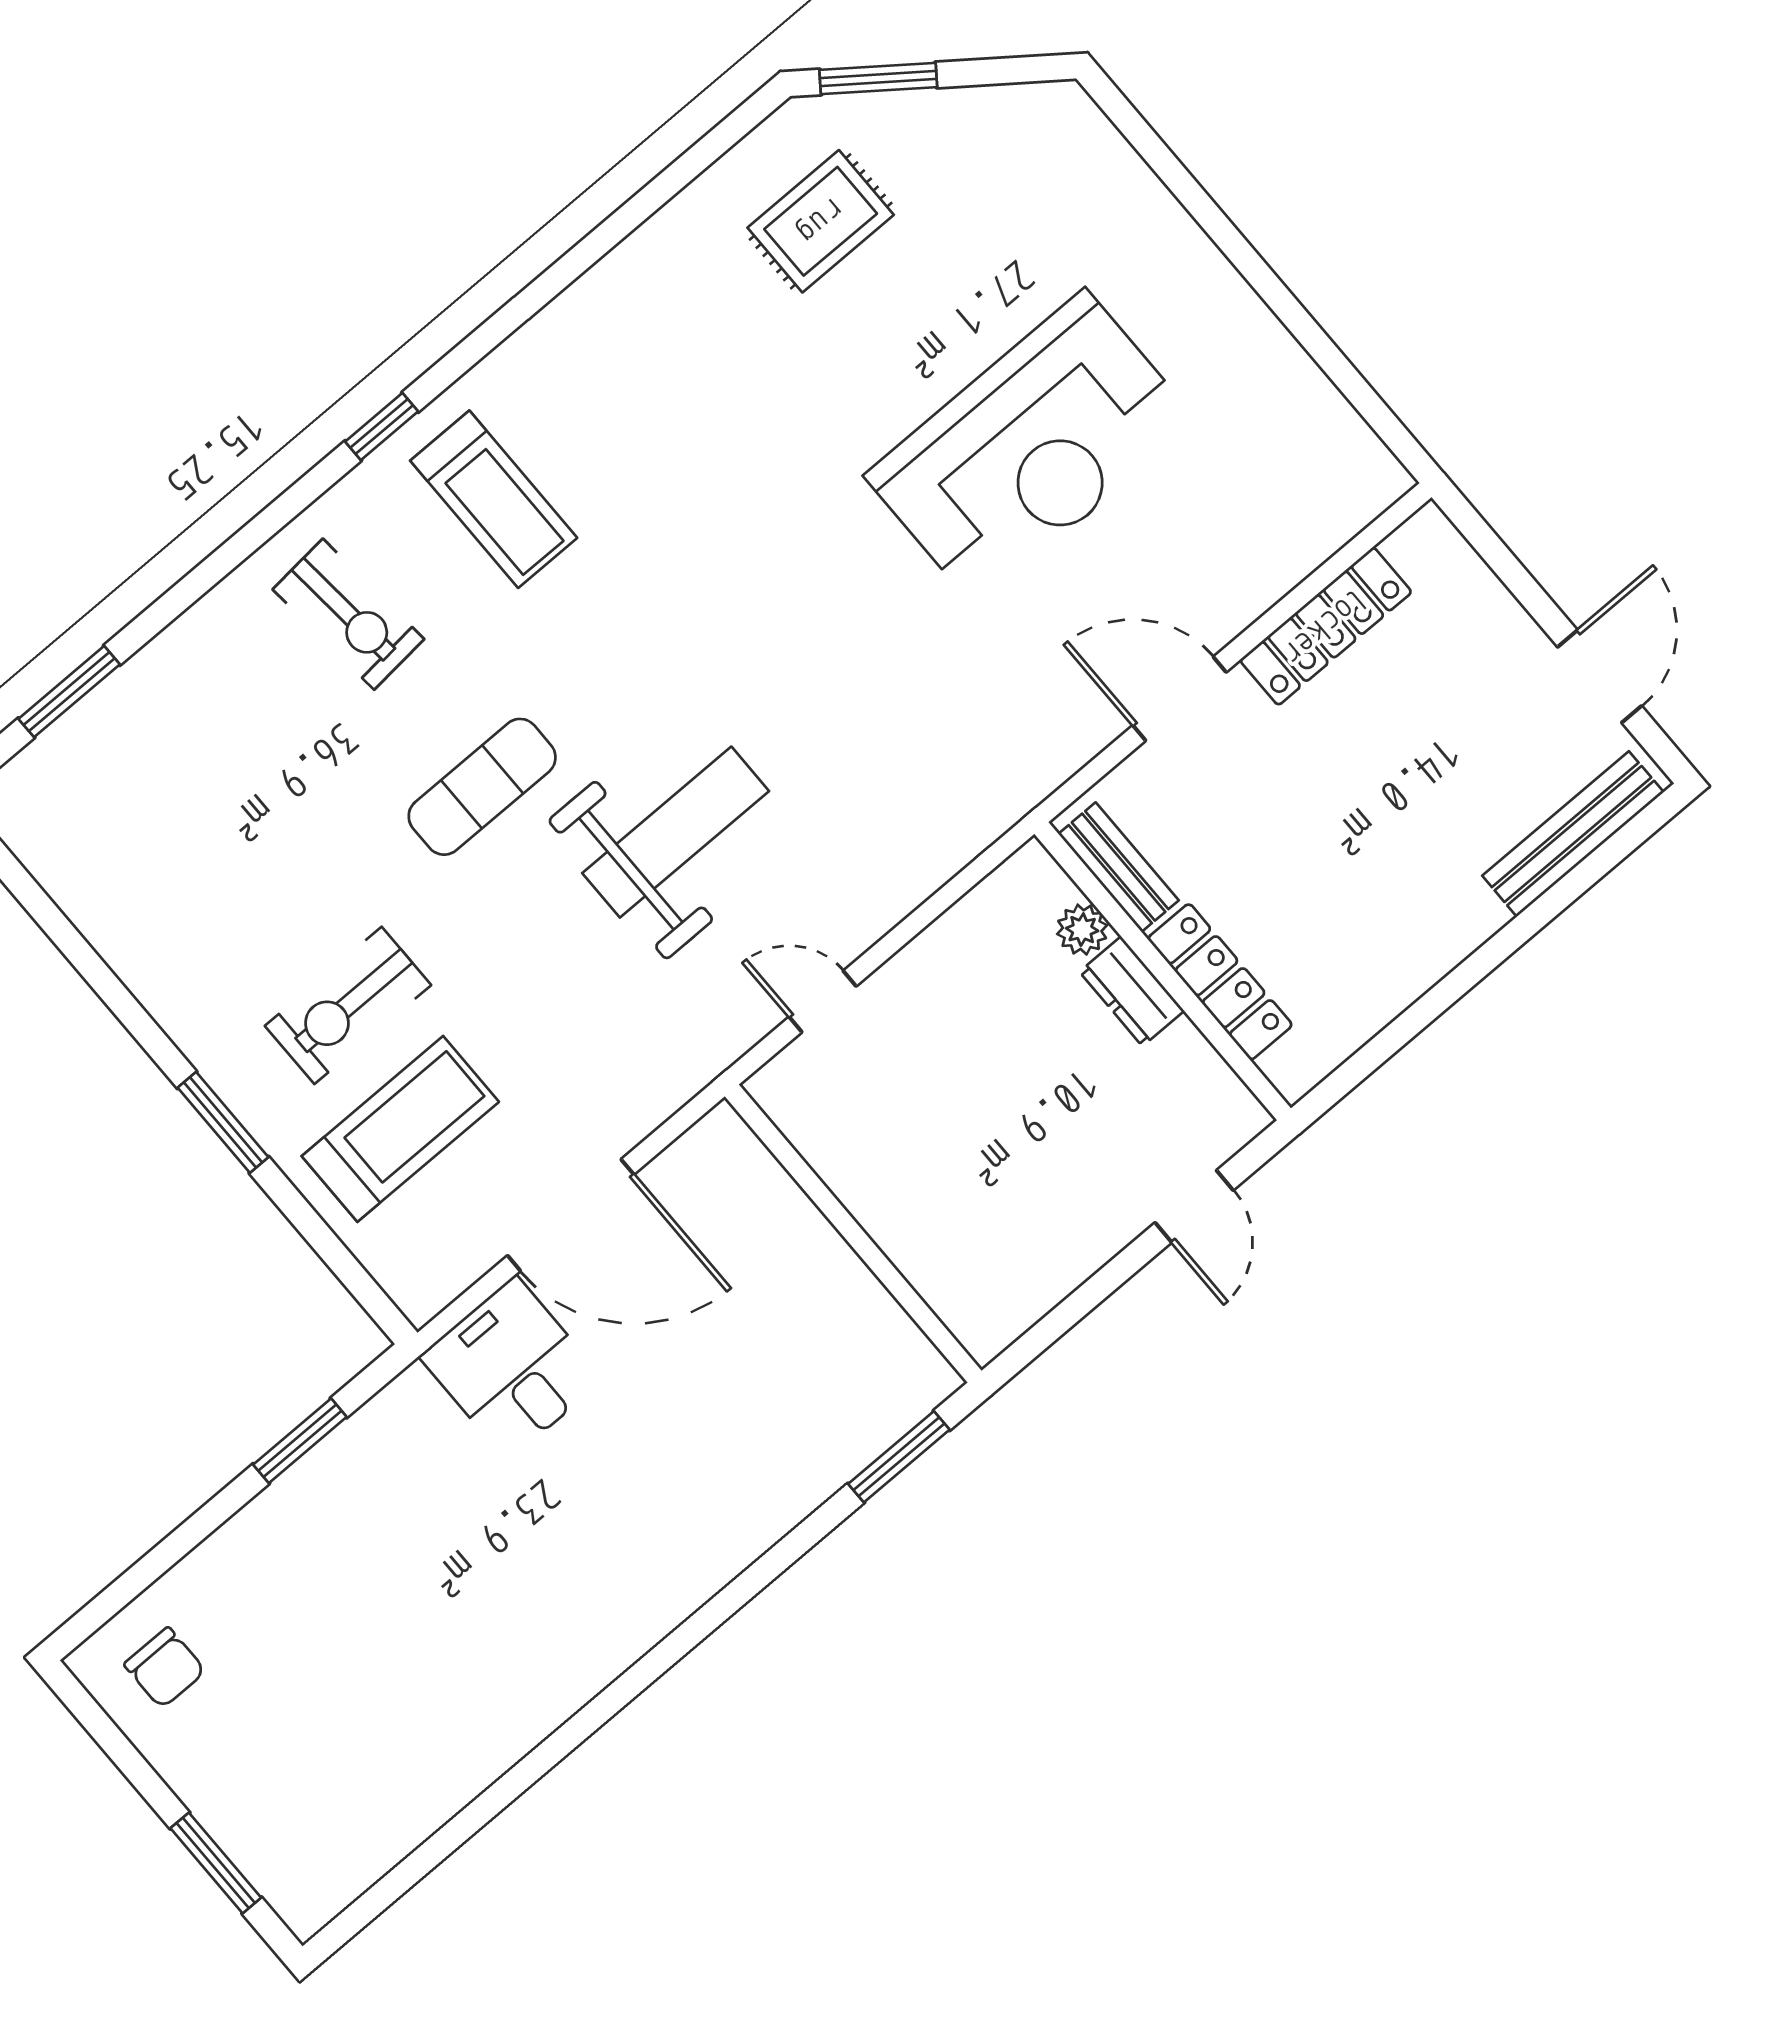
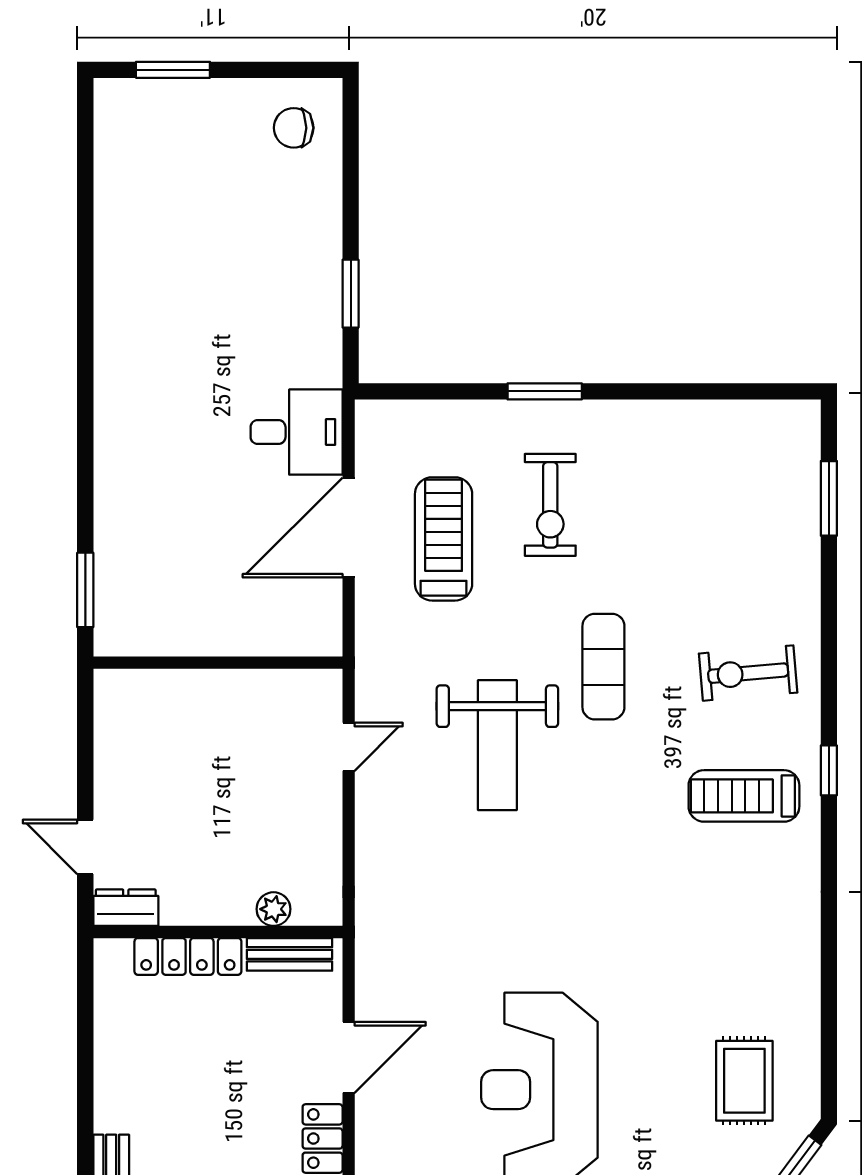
dresser: (1132, 991) -> (126, 908), moved
exercise bike: (348, 1005) -> (550, 505), turned 180
treadmill: (400, 1129) -> (444, 539), moved, turned 180

